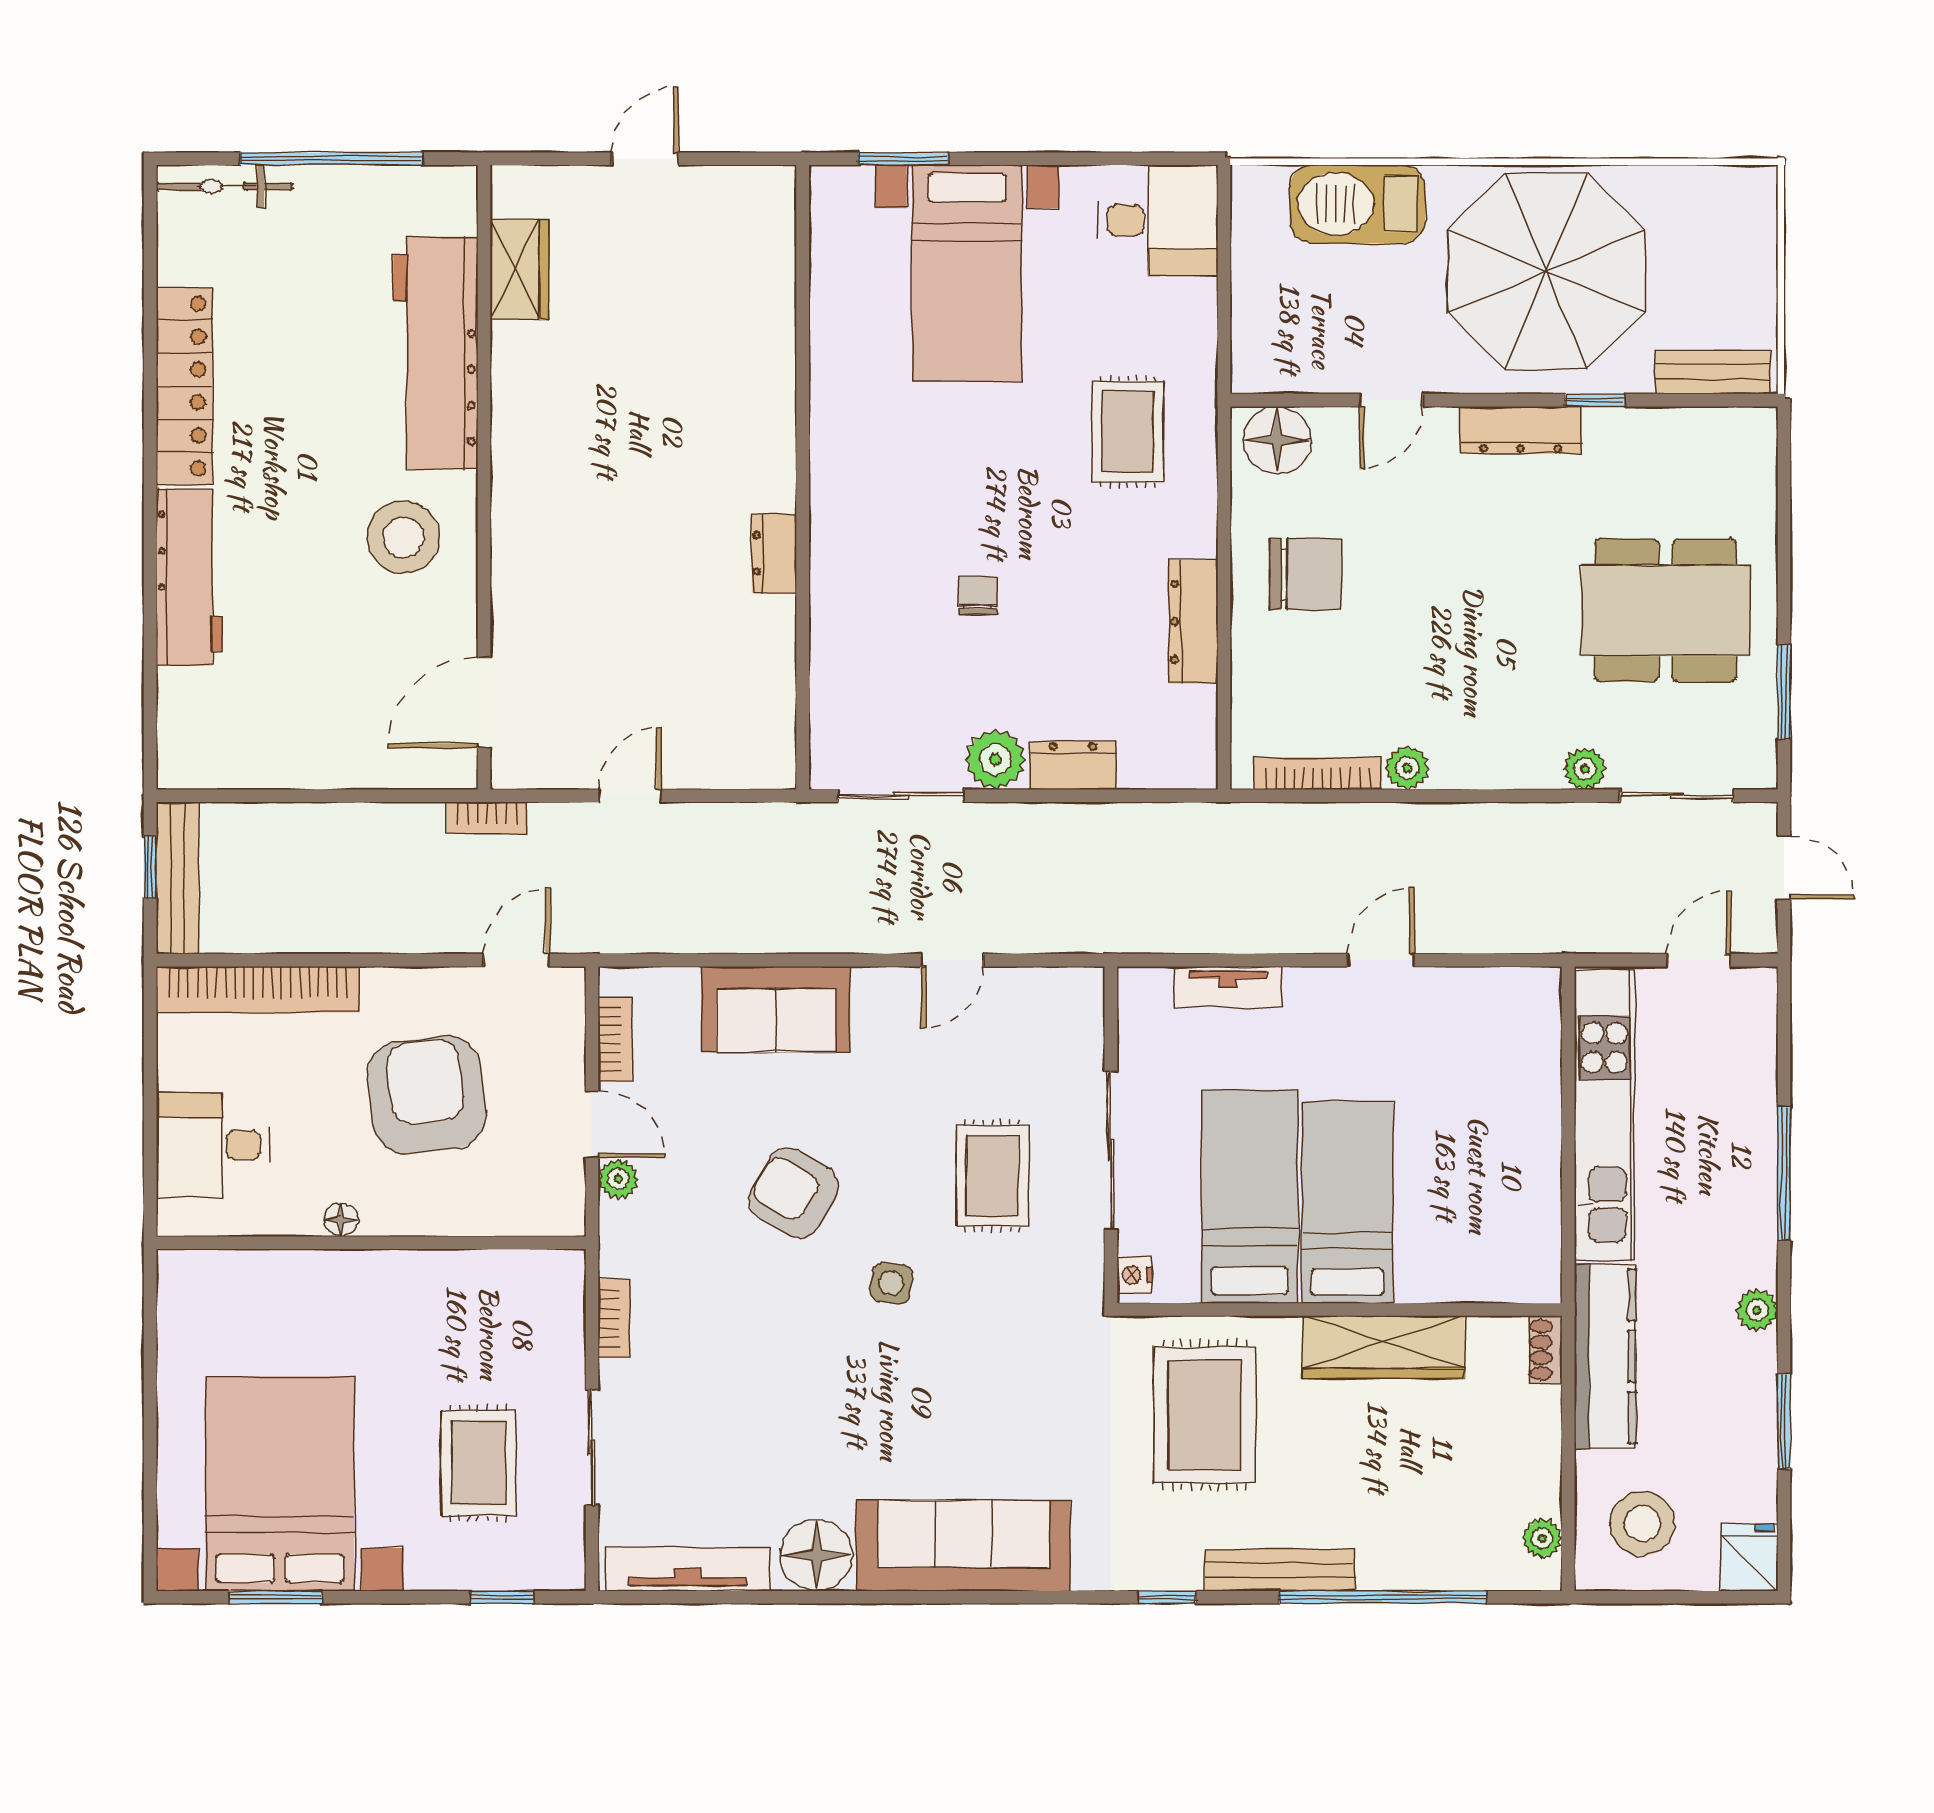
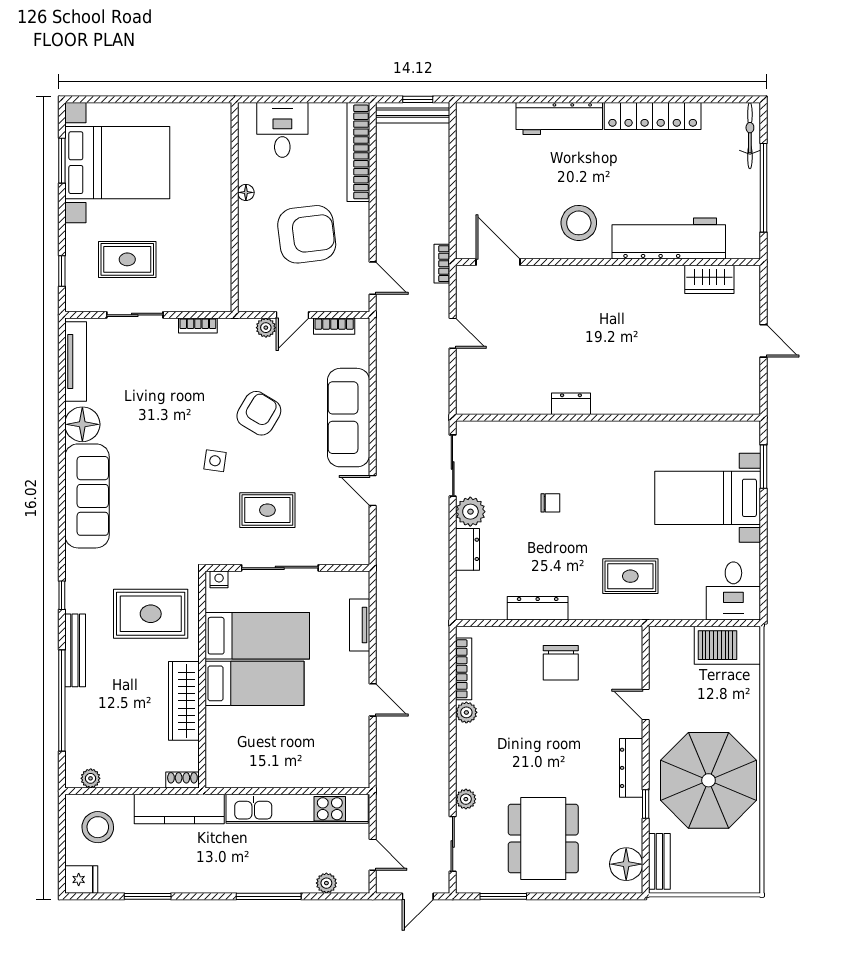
barbecue: (1357, 204) -> (727, 645), moved, turned -90
floor lamp: (1277, 440) -> (626, 864), moved
sofa: (776, 1009) -> (349, 418), width x1.36
plant: (1757, 1310) -> (326, 883), moved

